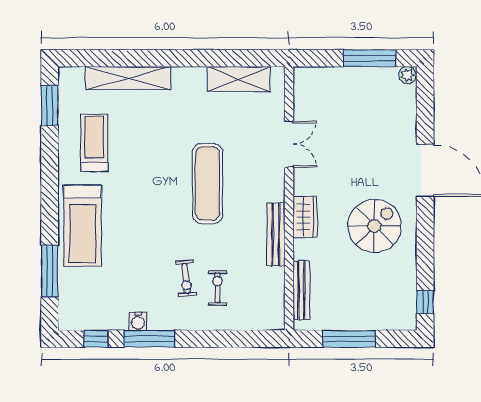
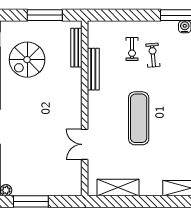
wardrobe: (305, 217) -> (74, 96), removed
spiral stairs: (375, 226) -> (27, 60), moved
bench: (276, 234) -> (93, 69), moved

